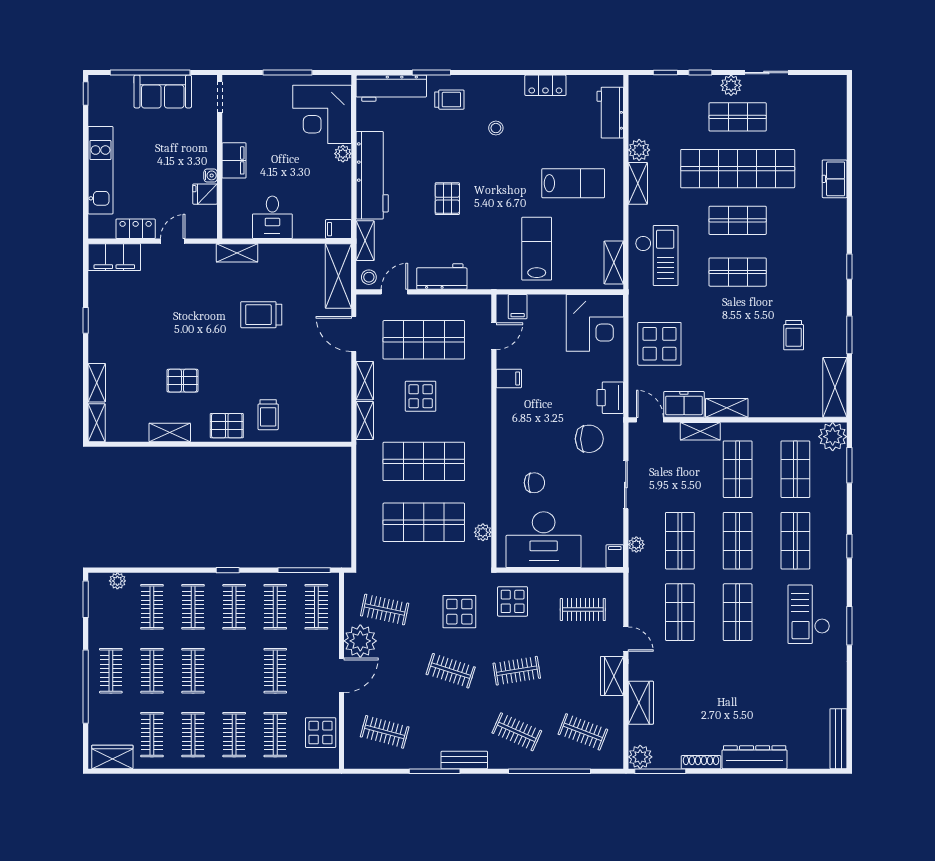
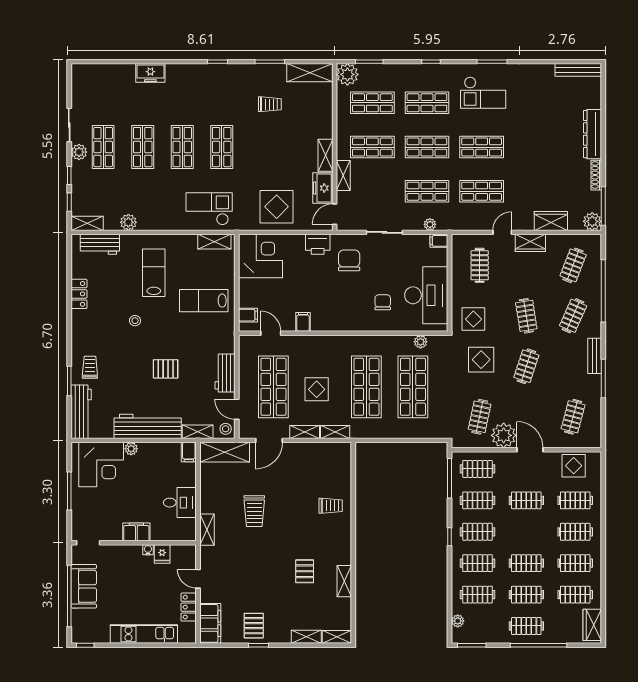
stool: (496, 128) -> (135, 321), moved
shop shelf: (738, 169) -> (143, 147), width x0.50, depth x0.74
shelving: (638, 183) -> (87, 223), moved
pallet: (227, 426) -> (254, 626), moved

